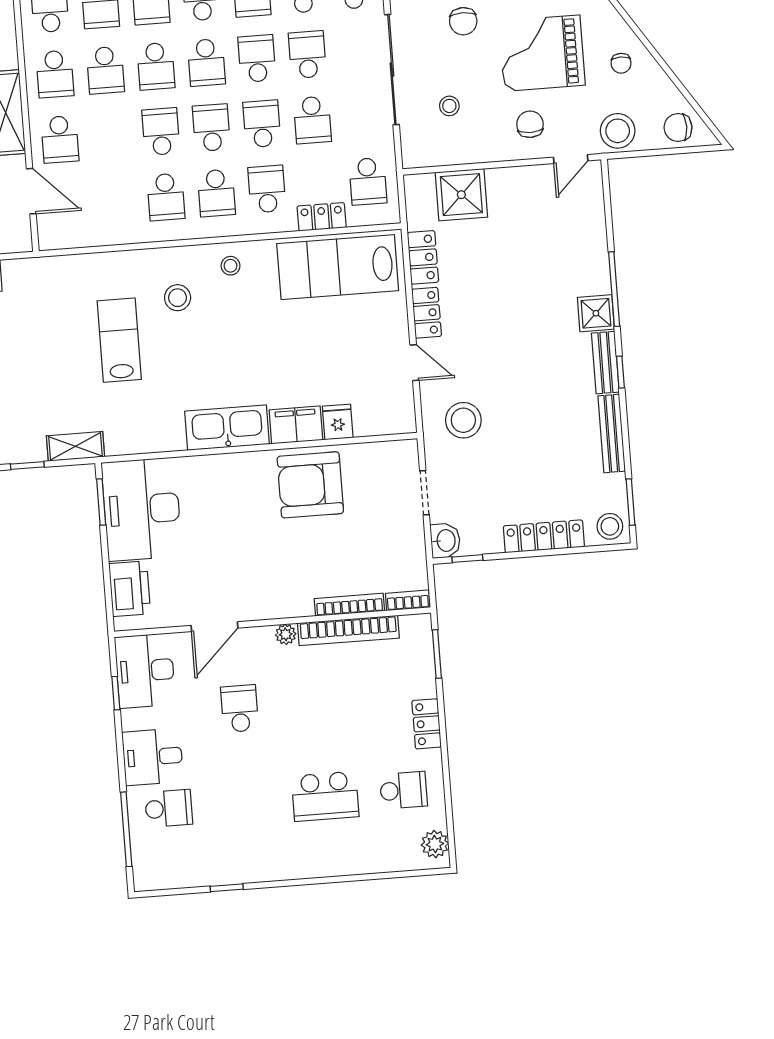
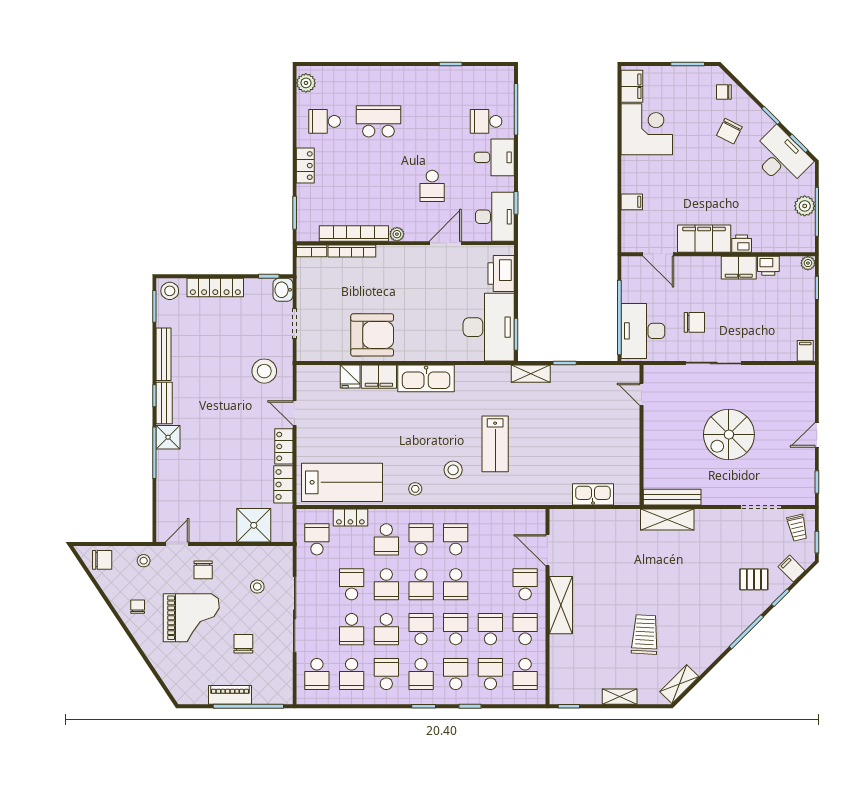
stool: (618, 131) -> (144, 561), width x0.53, depth x0.53

